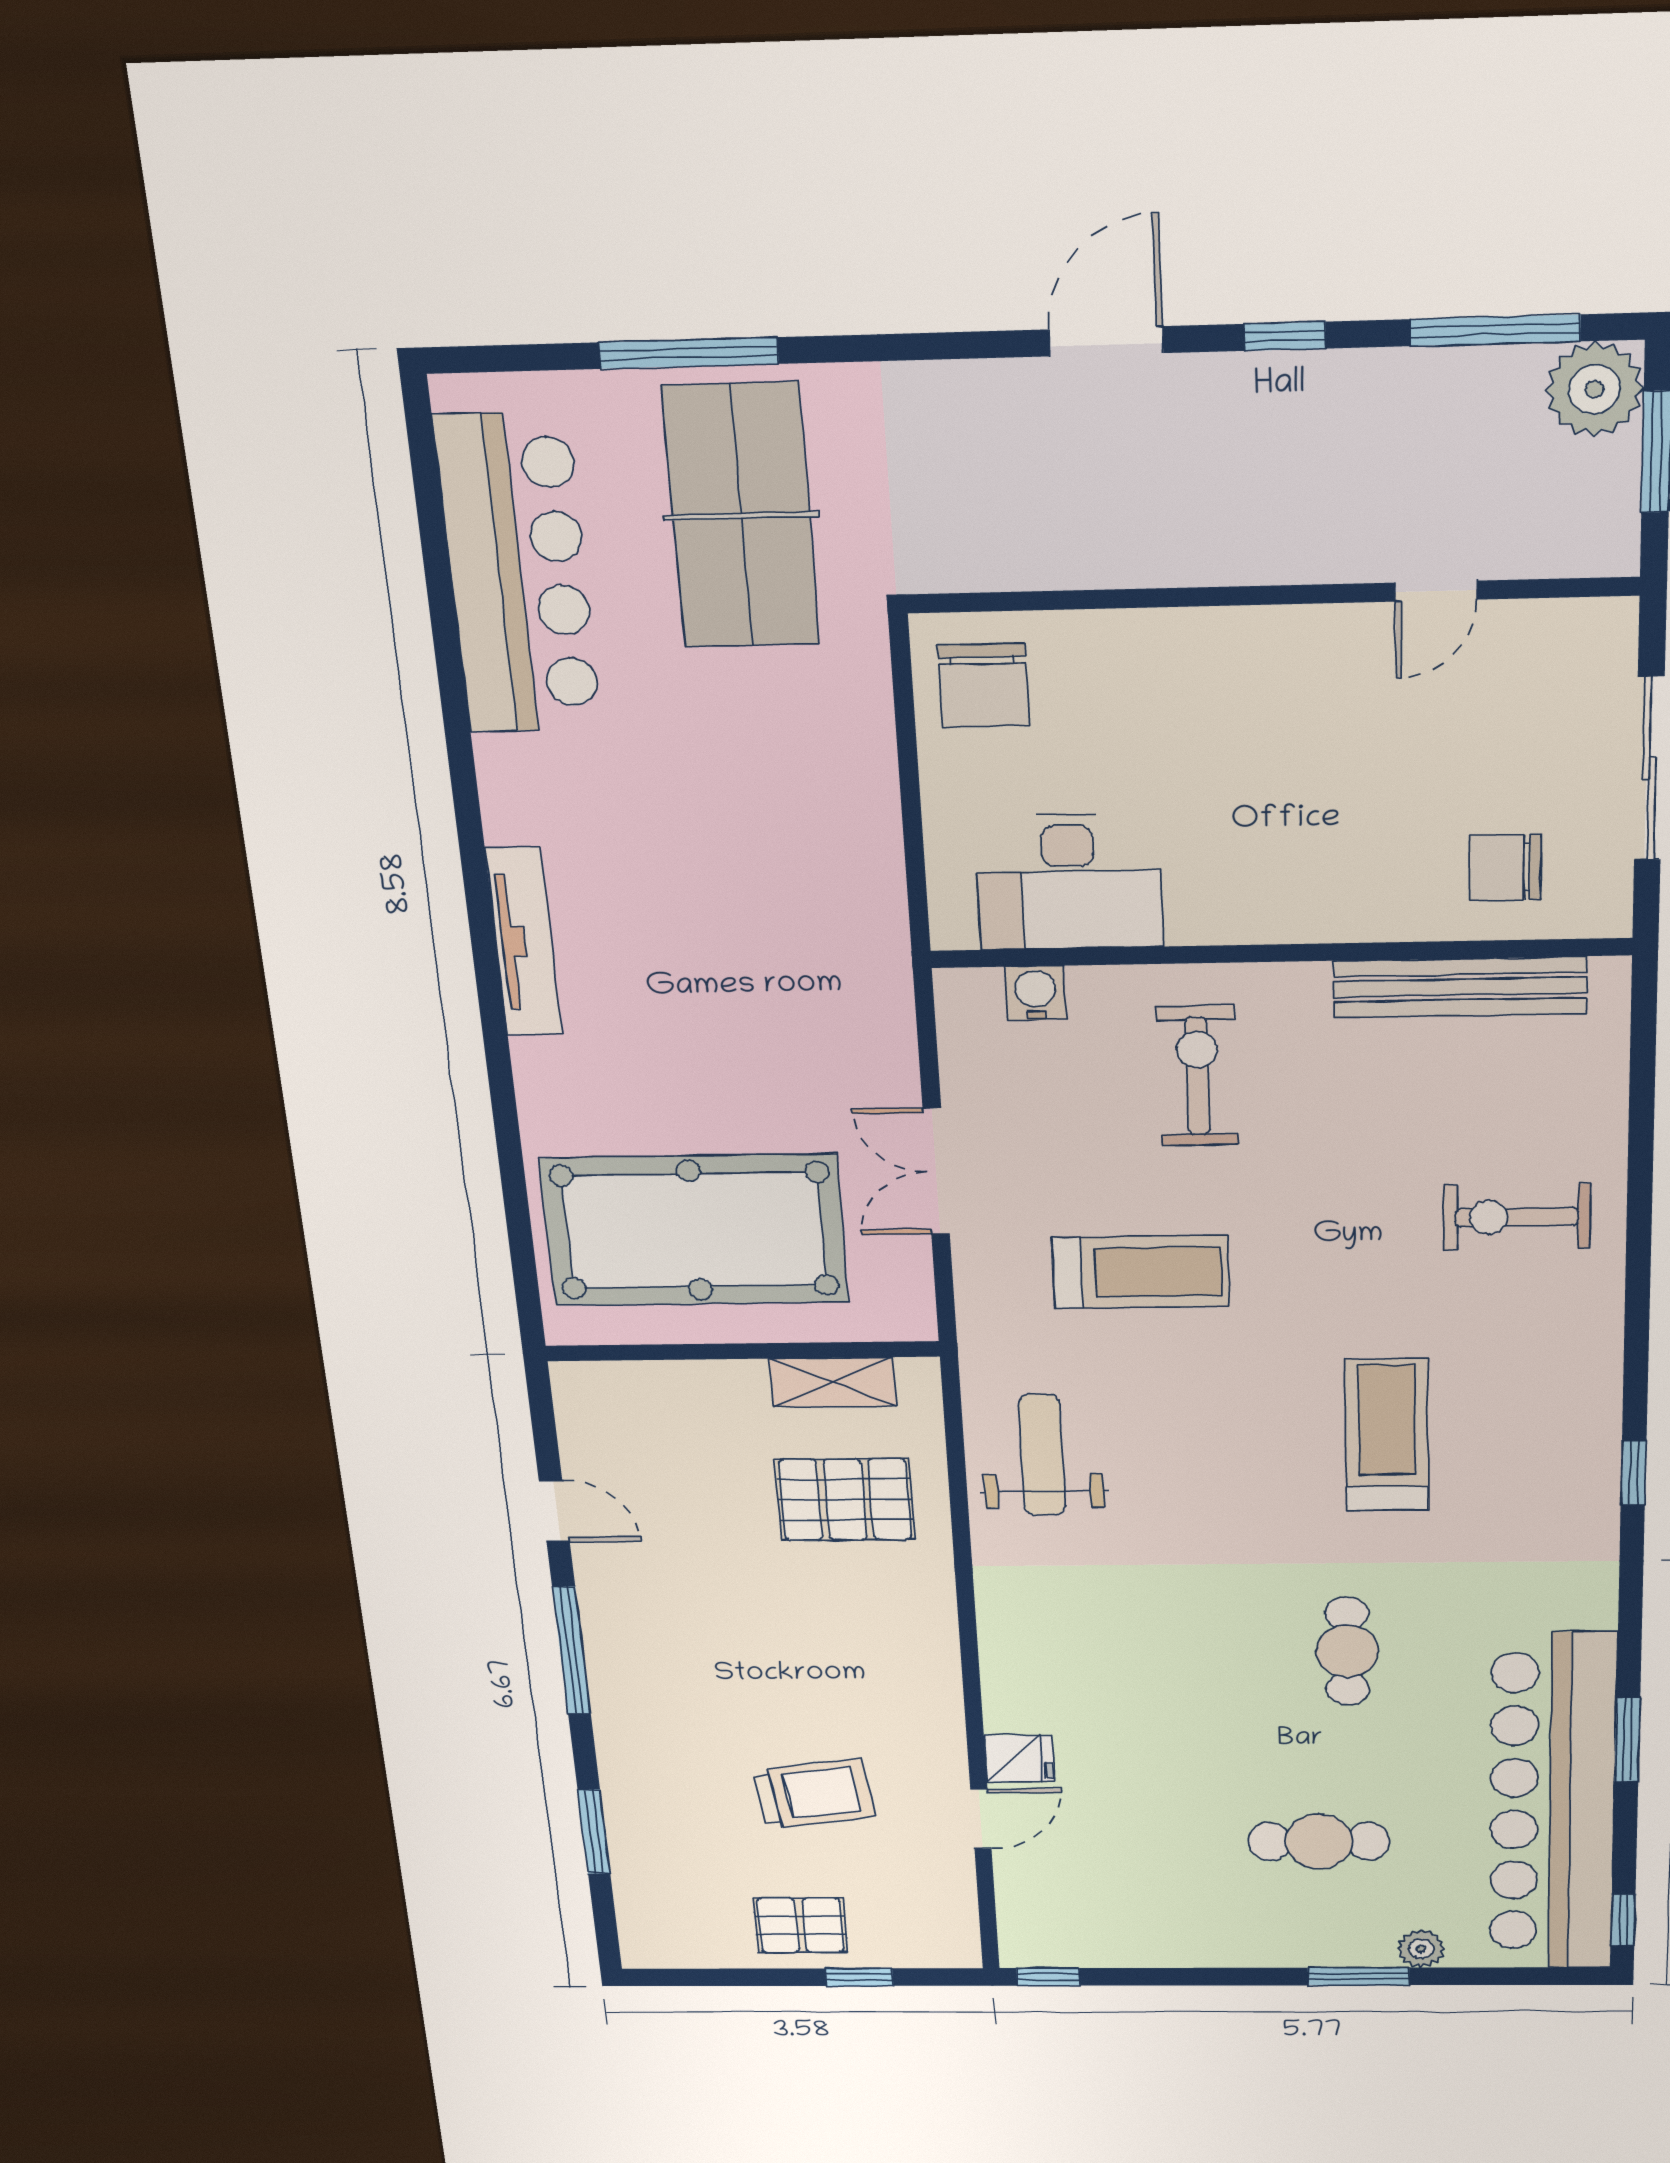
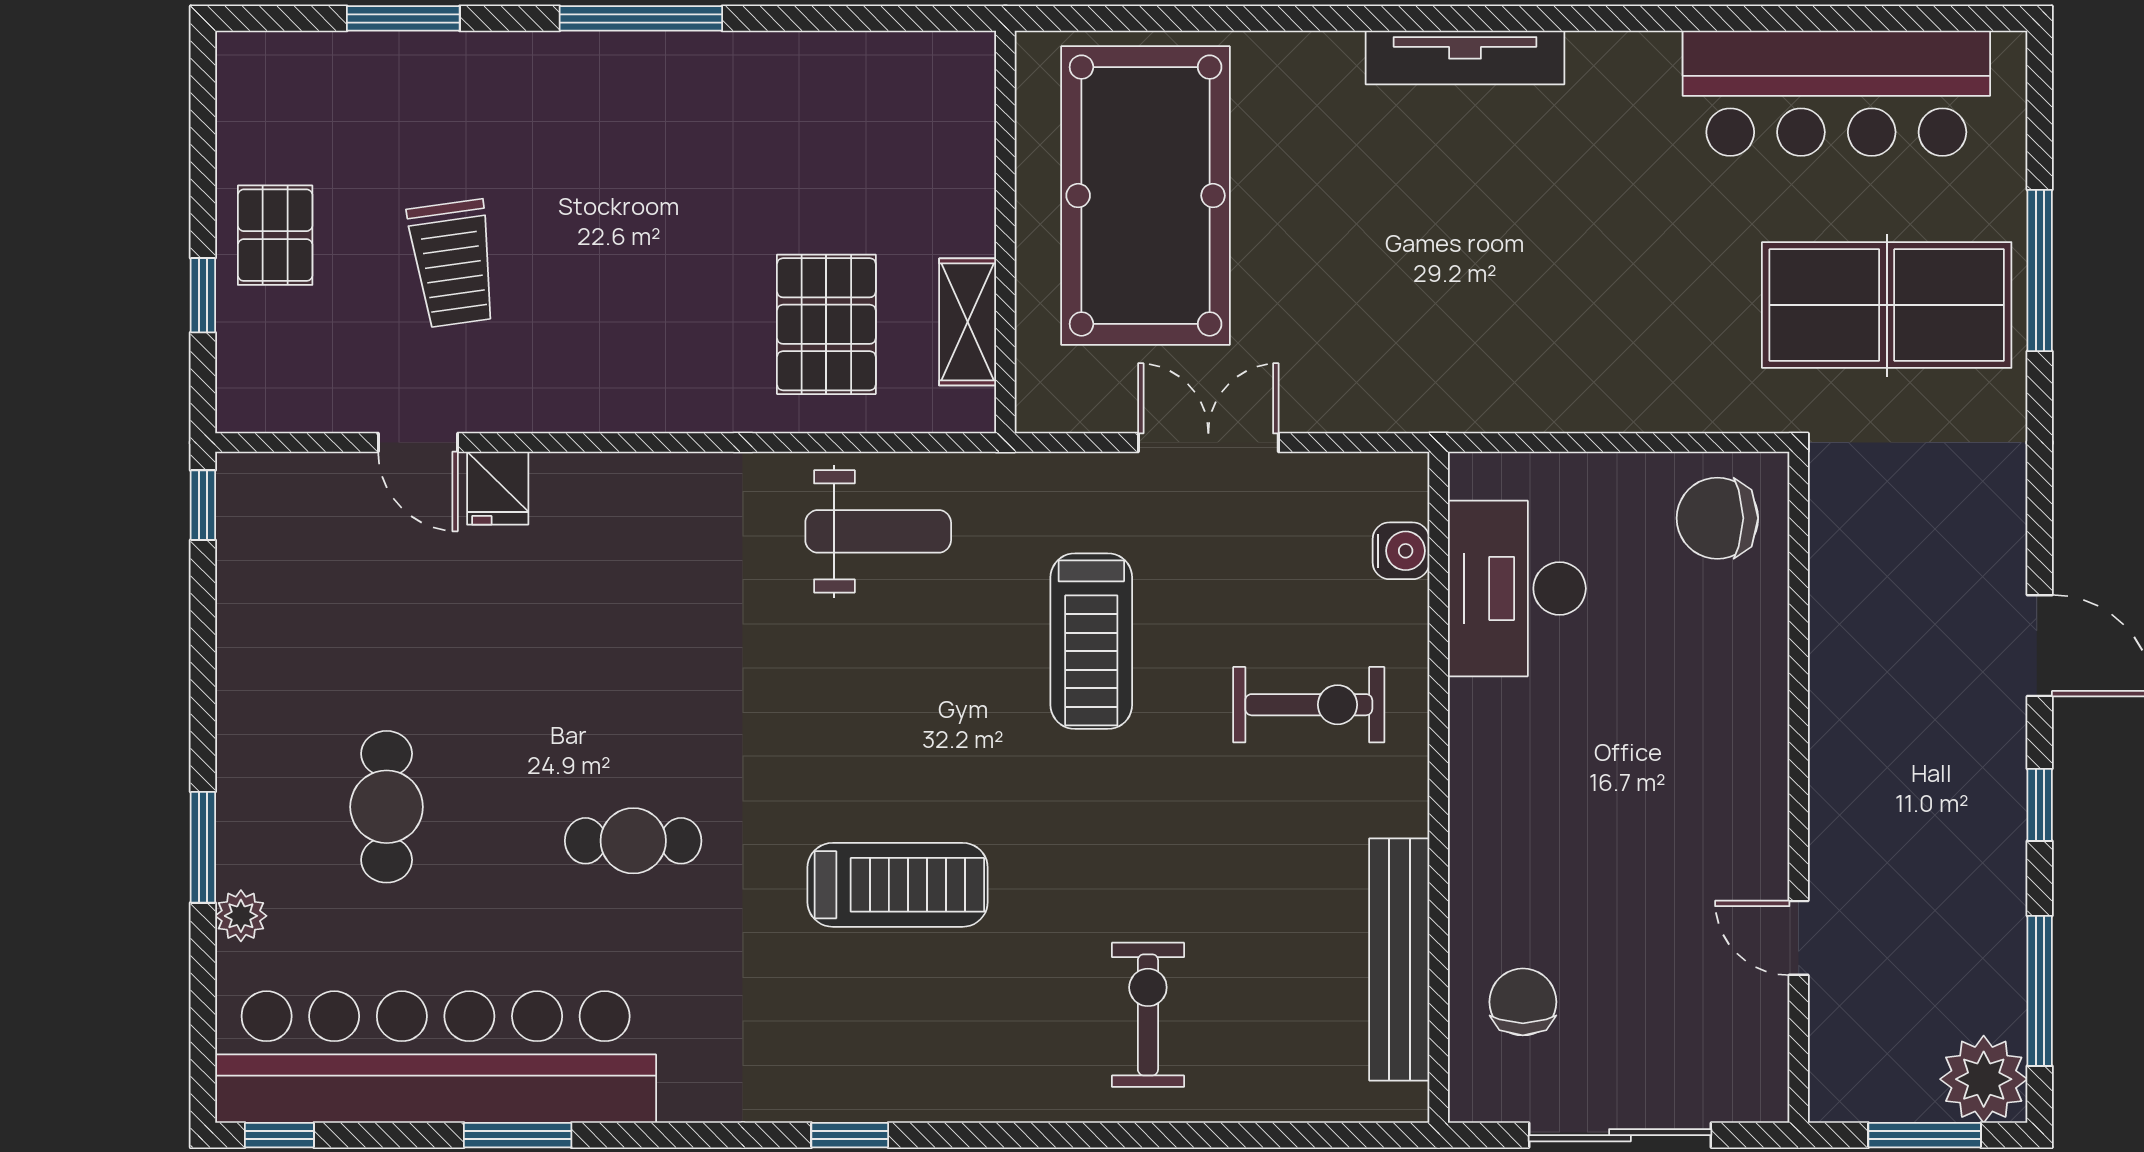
door: (554, 1511) -> (816, 18), removed

